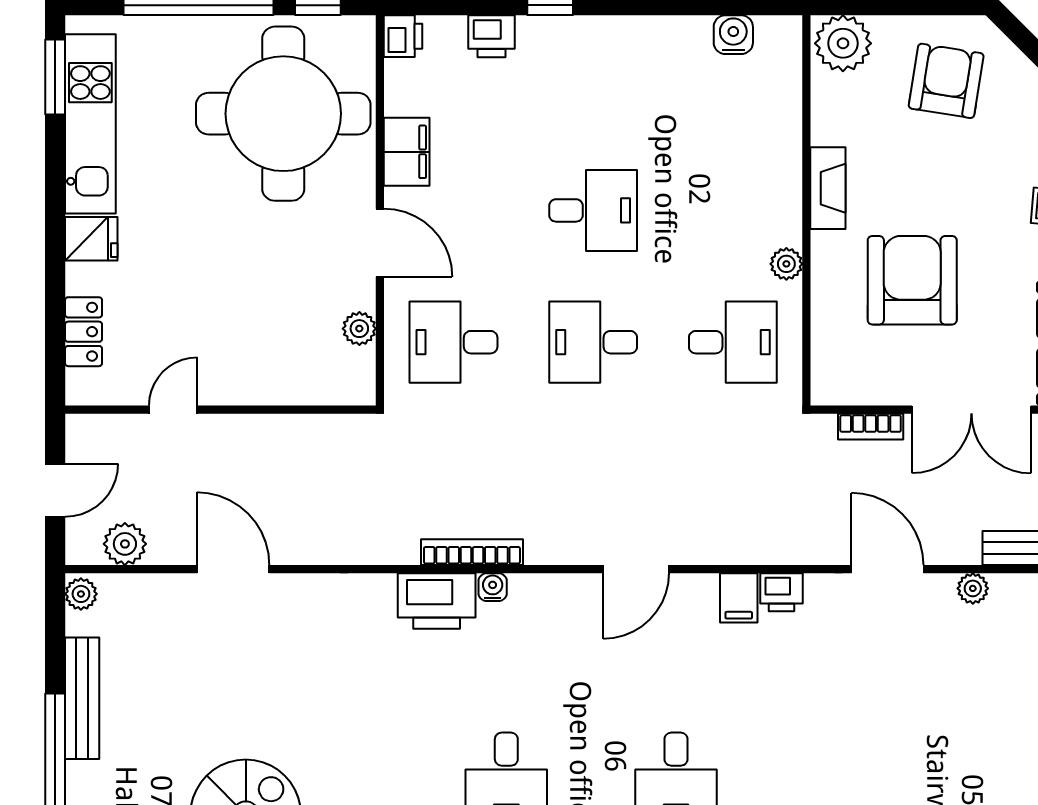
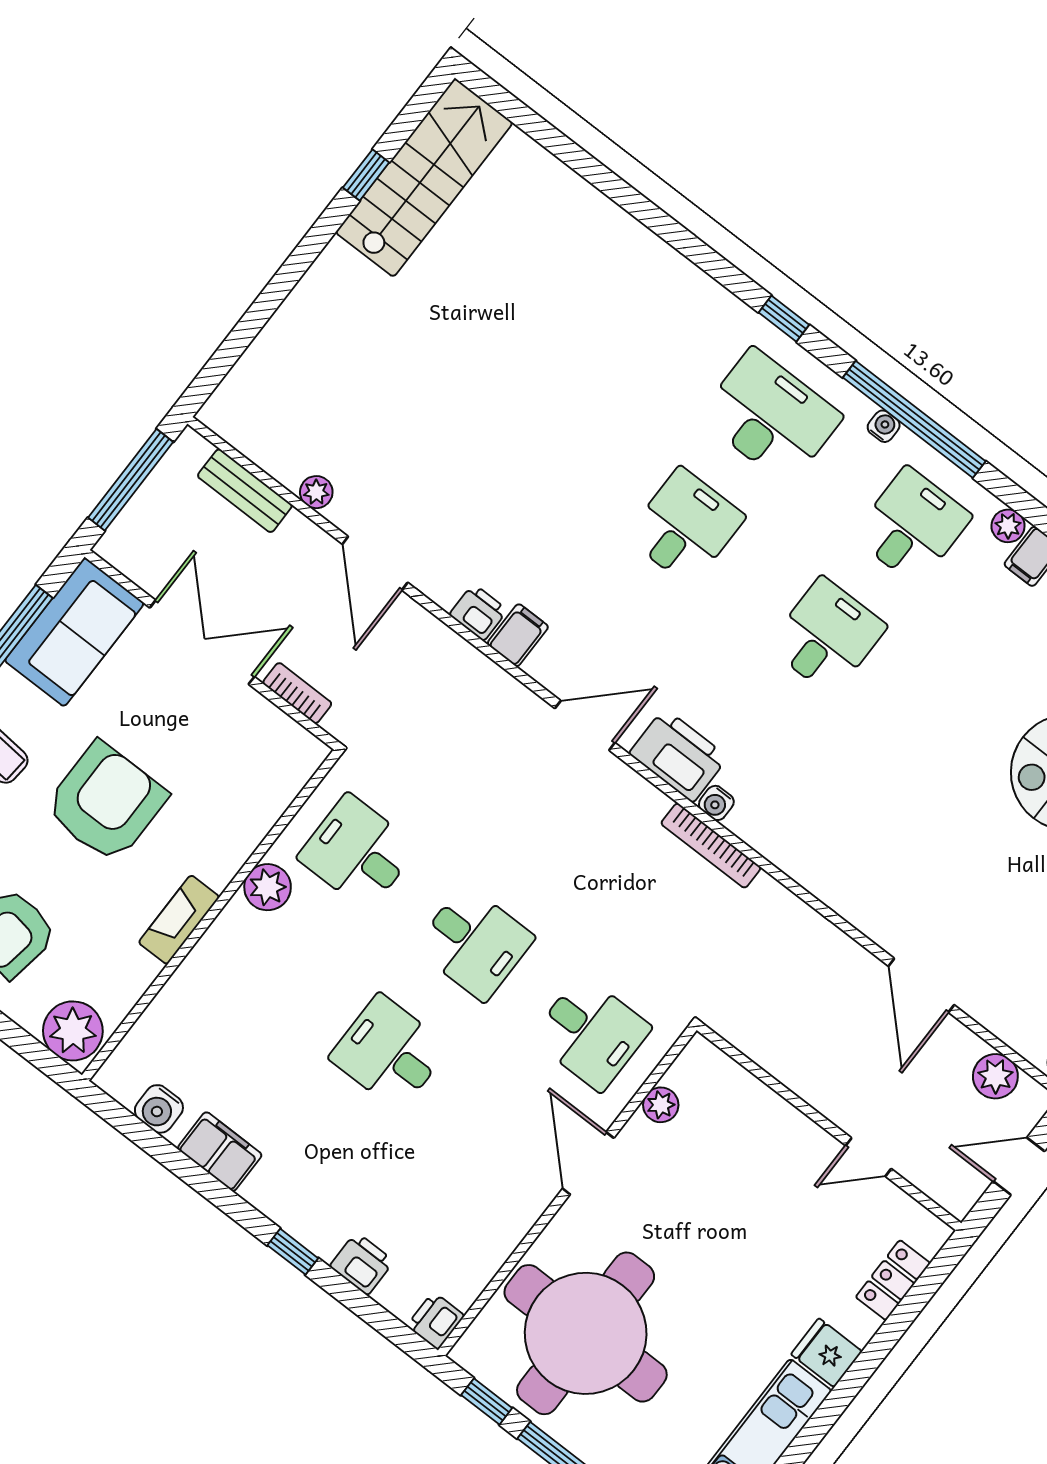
filing cabinet: (407, 152) -> (220, 1152), moved, turned 90
plant: (786, 264) -> (268, 887), width x1.38, depth x1.38
armchair: (912, 280) -> (106, 802), moved, turned 180
printer: (437, 601) -> (678, 755), moved

